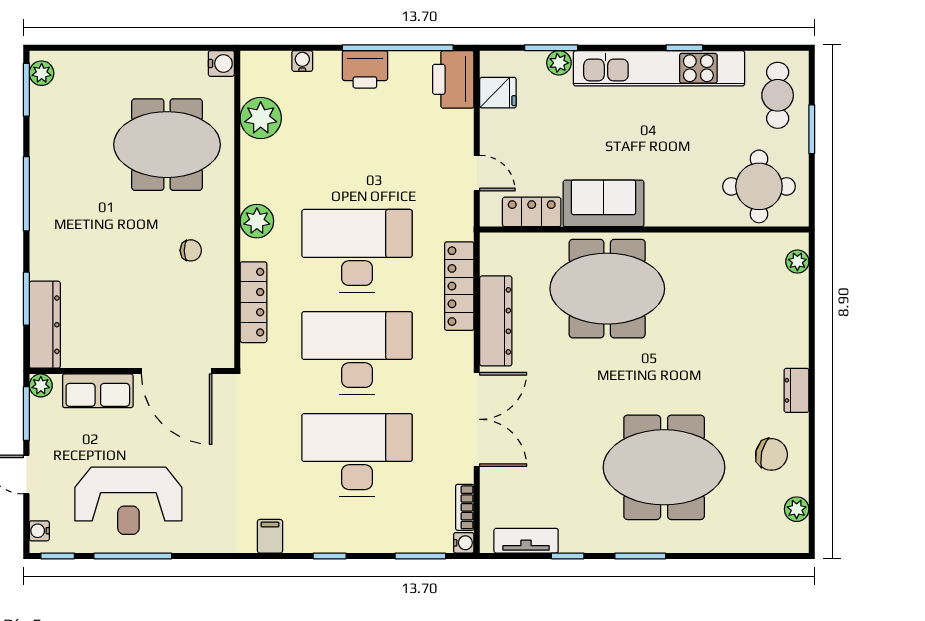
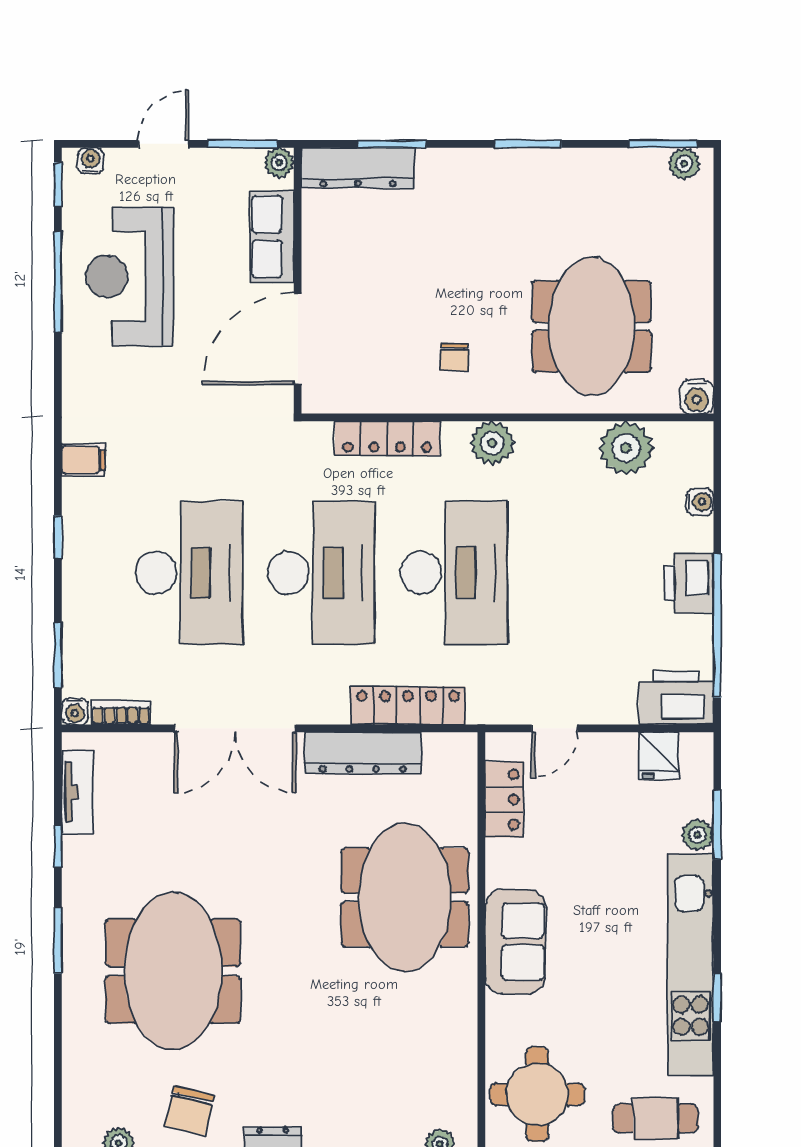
window: (26, 194) -> (528, 144), width x0.69
sofa: (603, 203) -> (515, 942), moved

